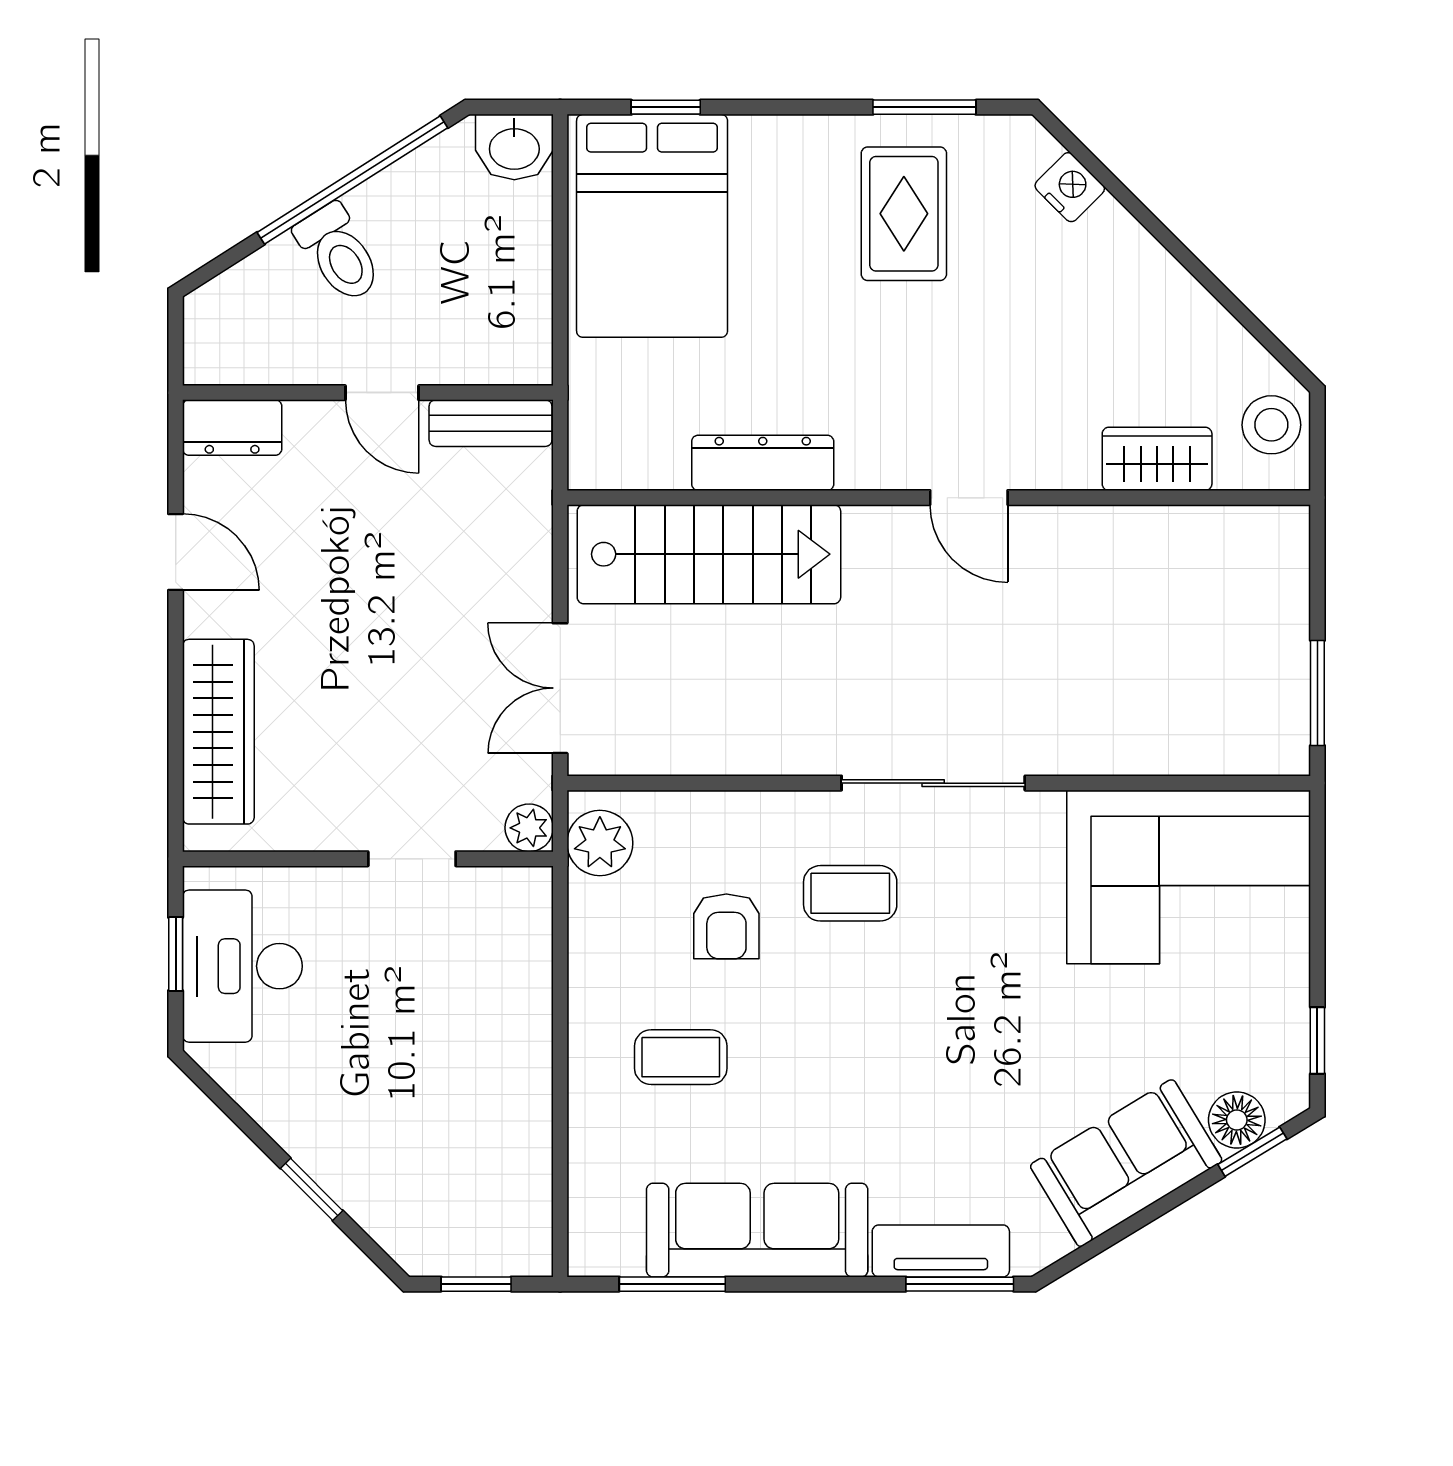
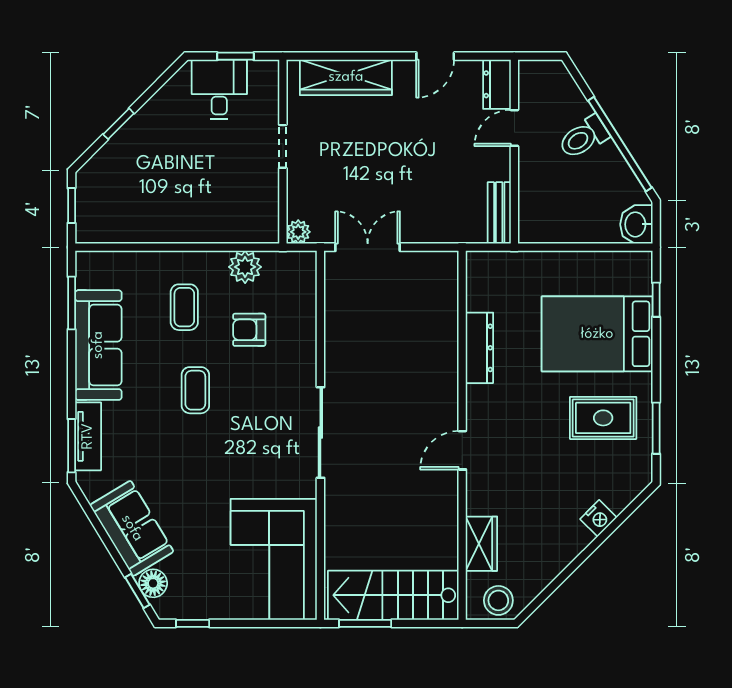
nightstand: (1070, 187) -> (598, 518), moved
bed: (652, 226) -> (597, 334), moved
door: (382, 393) -> (514, 128), moved
stairs: (709, 554) -> (393, 595), moved, turned 90
plant: (600, 843) -> (245, 267), moved
doorway: (412, 859) -> (283, 146), moved
coffee table: (850, 893) -> (195, 390), moved
desk: (242, 966) -> (219, 89), width x0.73

